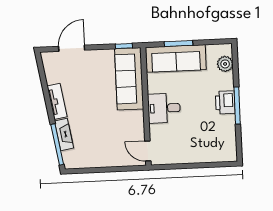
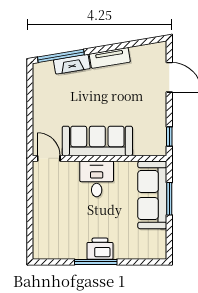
plant: (225, 64) -> (144, 250), removed
sofa: (129, 79) -> (97, 141), moved
door: (148, 151) -> (49, 158), hinge flipped

